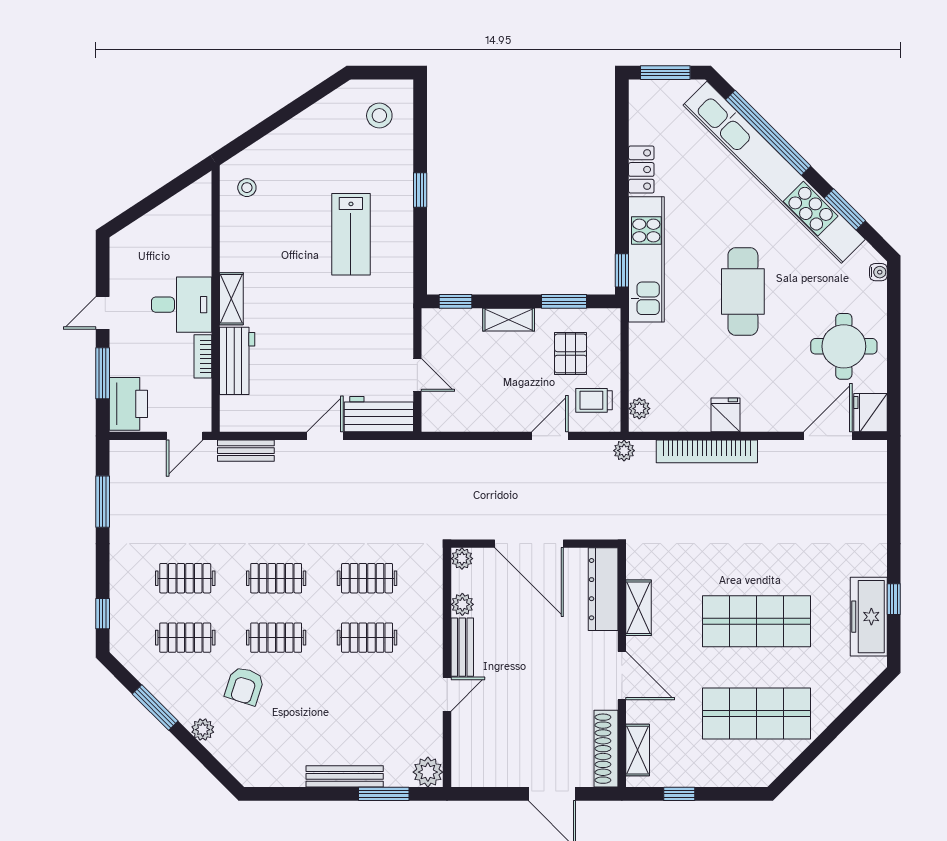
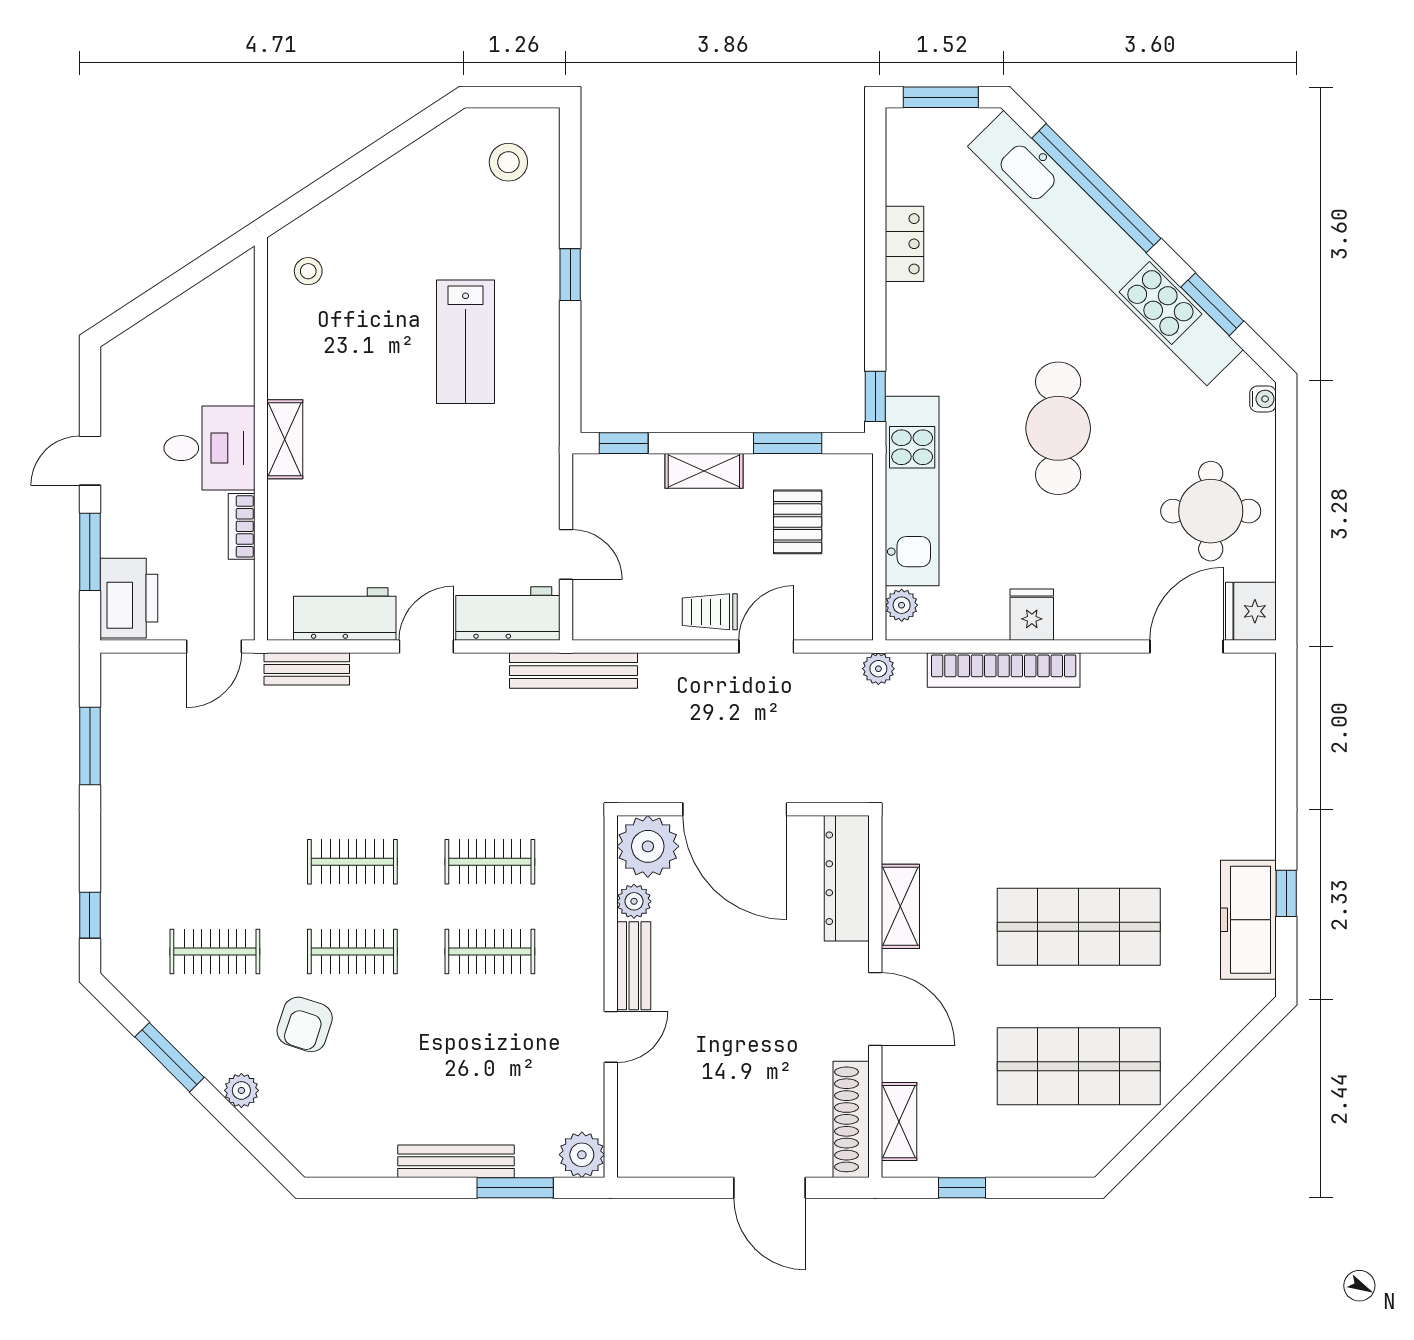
kitchen unit: (646, 259) -> (912, 491), moved
workbench: (237, 361) -> (345, 614), moved, turned -90
trolley: (594, 400) -> (710, 612), moved
bench: (422, 452) -> (573, 671), added
plant: (462, 559) -> (648, 846), width x1.88, depth x1.88
clothes rail: (185, 578) -> (215, 862), removed

